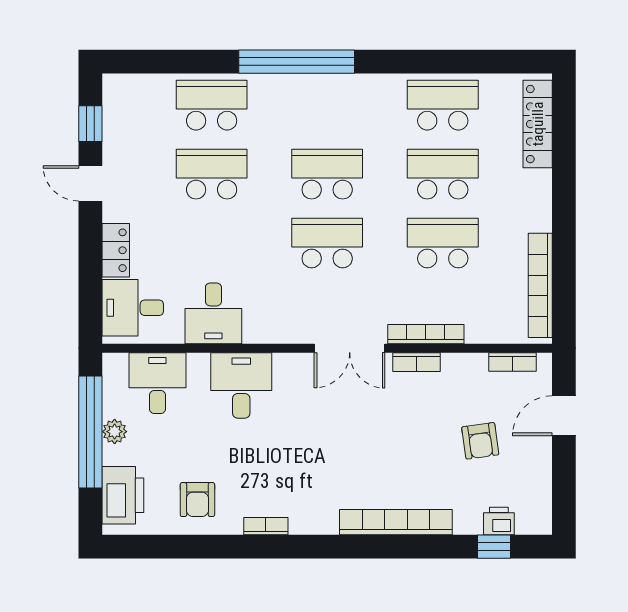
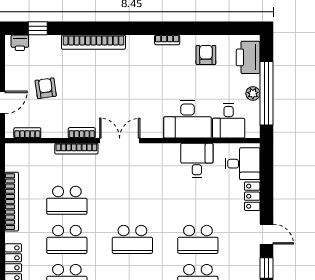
school desk: (327, 243) -> (132, 200), removed
bookcase: (540, 285) -> (12, 202), moved
desk: (241, 385) -> (188, 120), width x1.37
printer: (499, 521) -> (20, 43), moved

